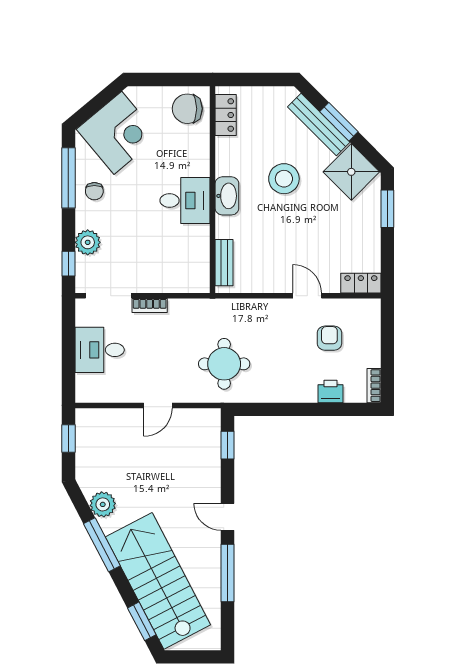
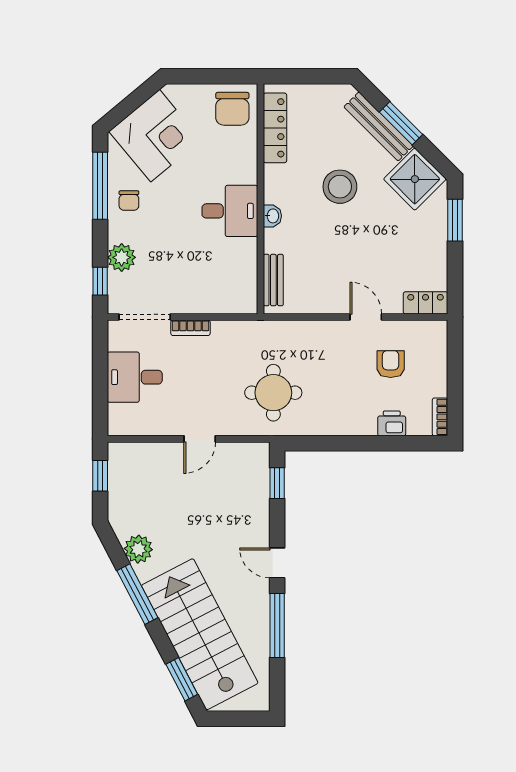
chair: (187, 109) -> (232, 109), turned -90
locker: (226, 115) -> (275, 128), width x1.53
washbasin: (227, 196) -> (272, 216), width x0.52, depth x0.69

